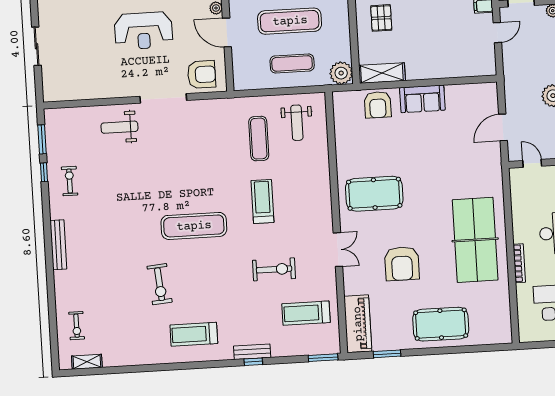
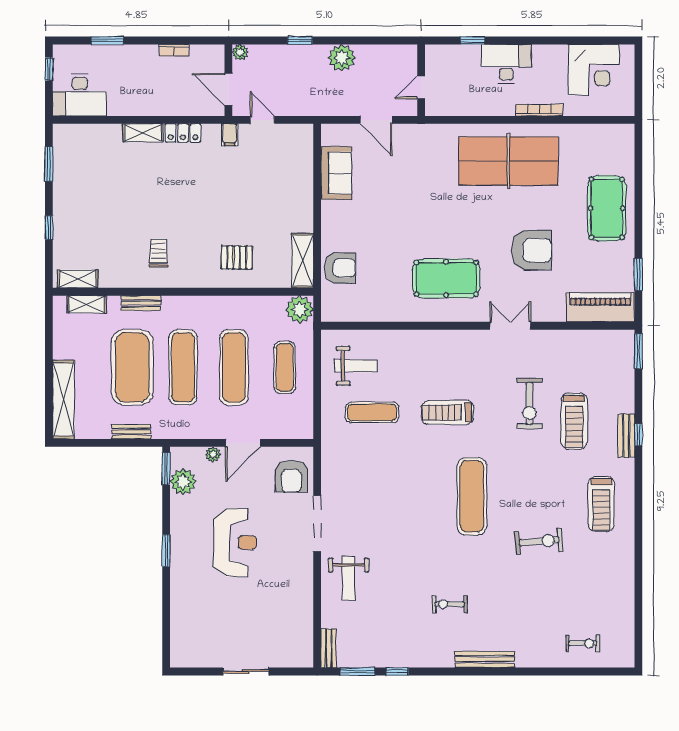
armchair: (202, 74) -> (291, 476), turned 180
sofa: (422, 99) -> (336, 173), moved
bench: (60, 114) -> (328, 648), added
exercise bike: (70, 181) -> (450, 604), moved
pool table: (374, 194) -> (446, 278), turned 90
exercise bike: (274, 269) -> (529, 404), turned 180
treadmill: (306, 313) -> (574, 421), moved
shelving: (87, 362) -> (627, 634), removed

